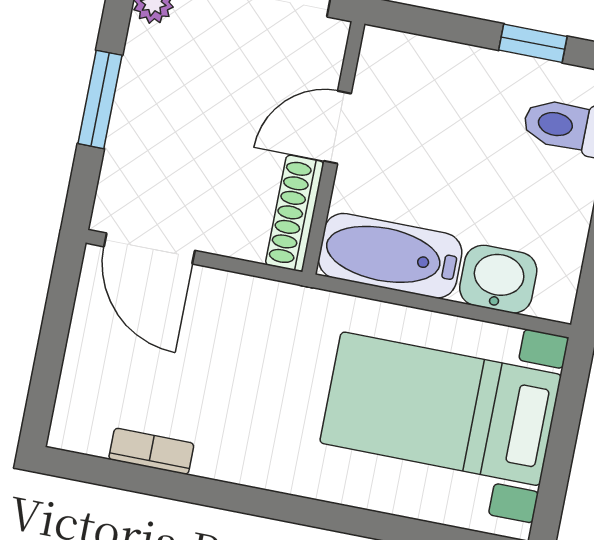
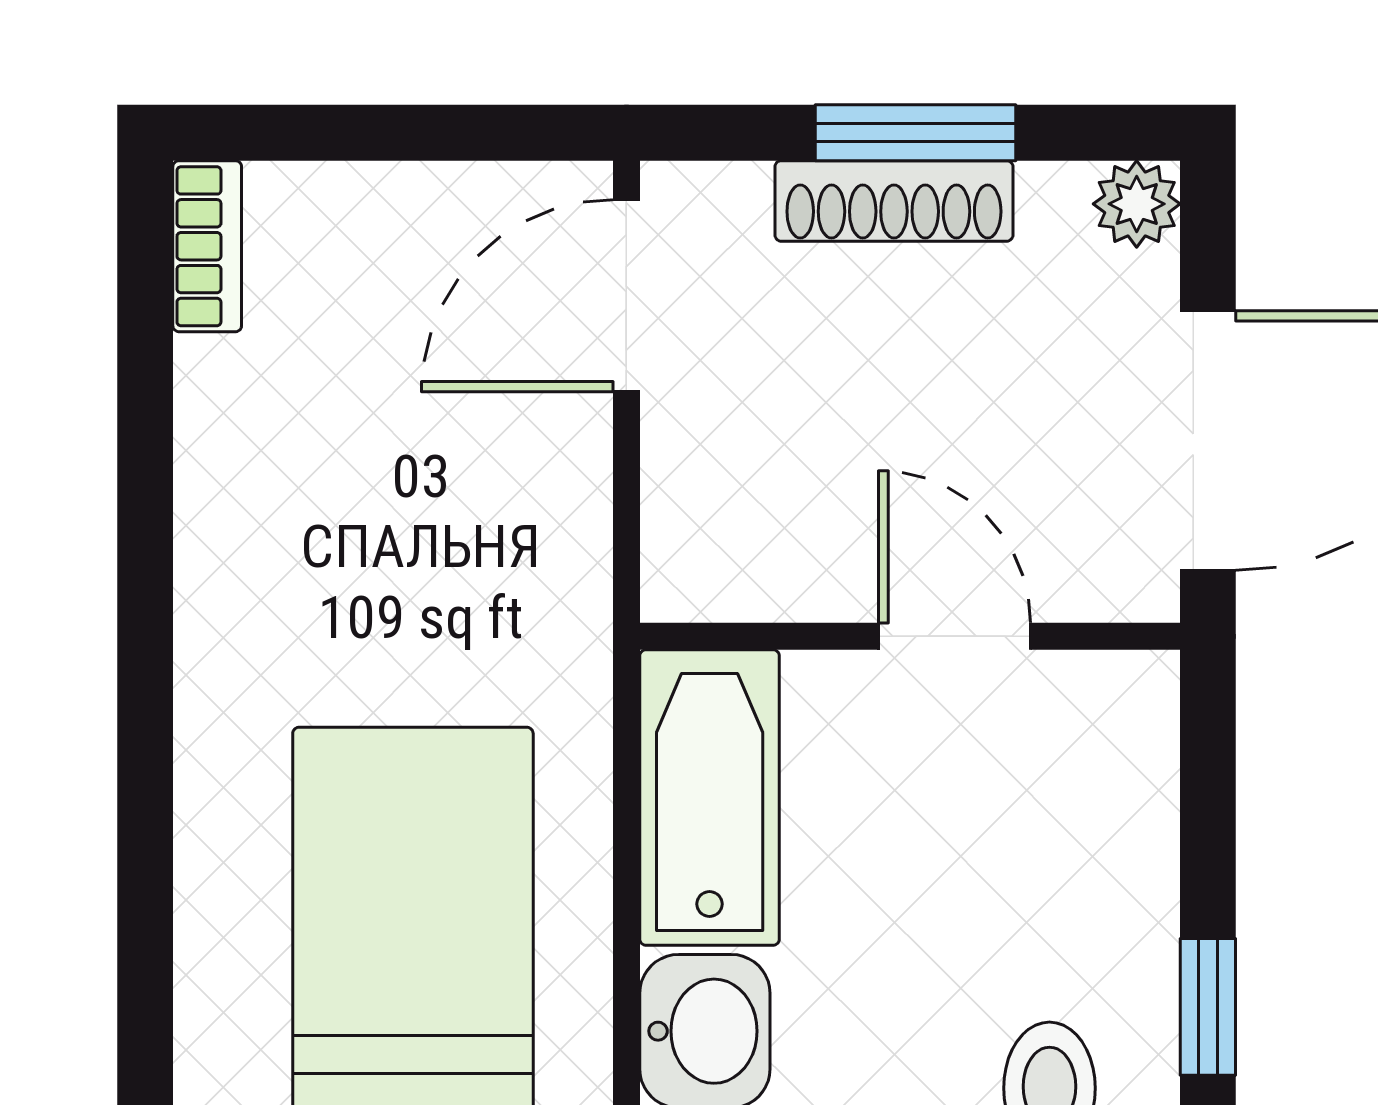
shoe rack: (295, 213) -> (894, 201), moved, turned 180
bookcase: (151, 451) -> (207, 246), moved

